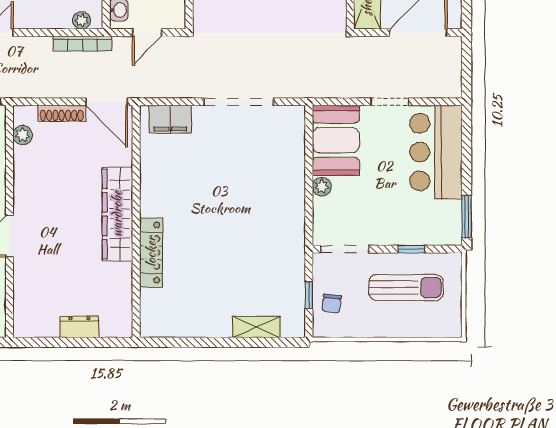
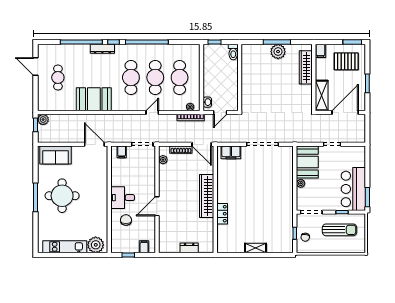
bar counter: (436, 152) -> (353, 189), moved
locker: (151, 252) -> (222, 214), width x0.66
shelving: (257, 327) -> (255, 248), moved

